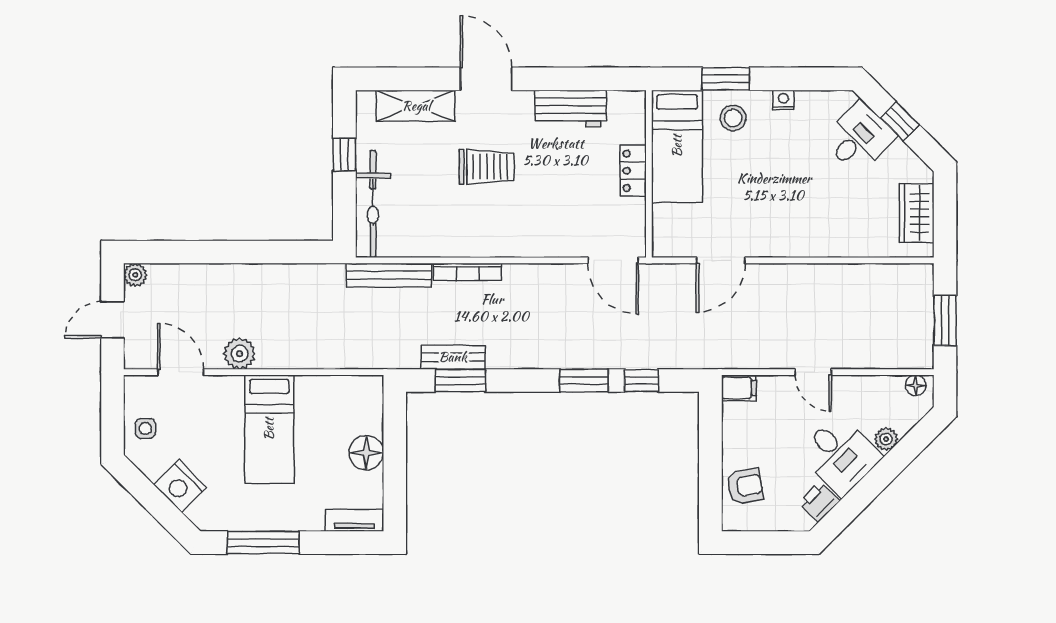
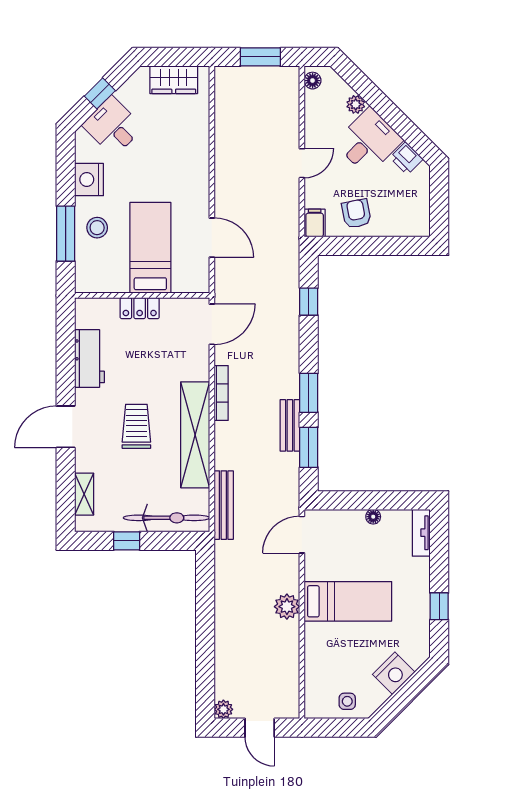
window: (726, 79) -> (66, 234), width x1.44
nightstand: (783, 100) -> (89, 180), width x1.89, depth x1.79
shelving: (416, 106) -> (84, 494), width x0.67, depth x0.75
bed: (677, 146) -> (150, 248), moved, turned -90
shelving: (476, 240) -> (195, 435), added
bookcase: (468, 272) -> (221, 393), moved
plant: (240, 354) -> (287, 607), moved
bench: (453, 357) -> (290, 425), moved
door: (181, 372) -> (302, 535), moved
window: (584, 381) -> (309, 393), moved
floor lamp: (366, 453) -> (373, 517), width x0.53, depth x0.53
armchair: (745, 486) -> (356, 214), moved
window: (263, 543) -> (439, 606), width x0.46

